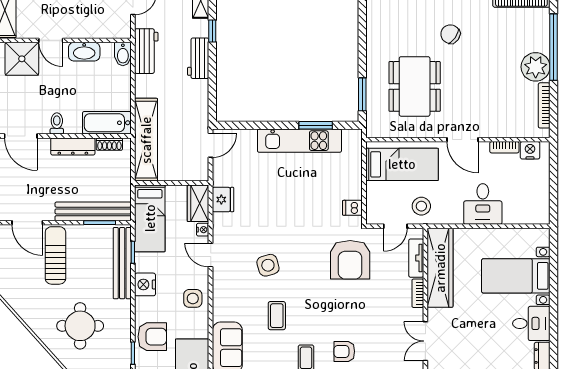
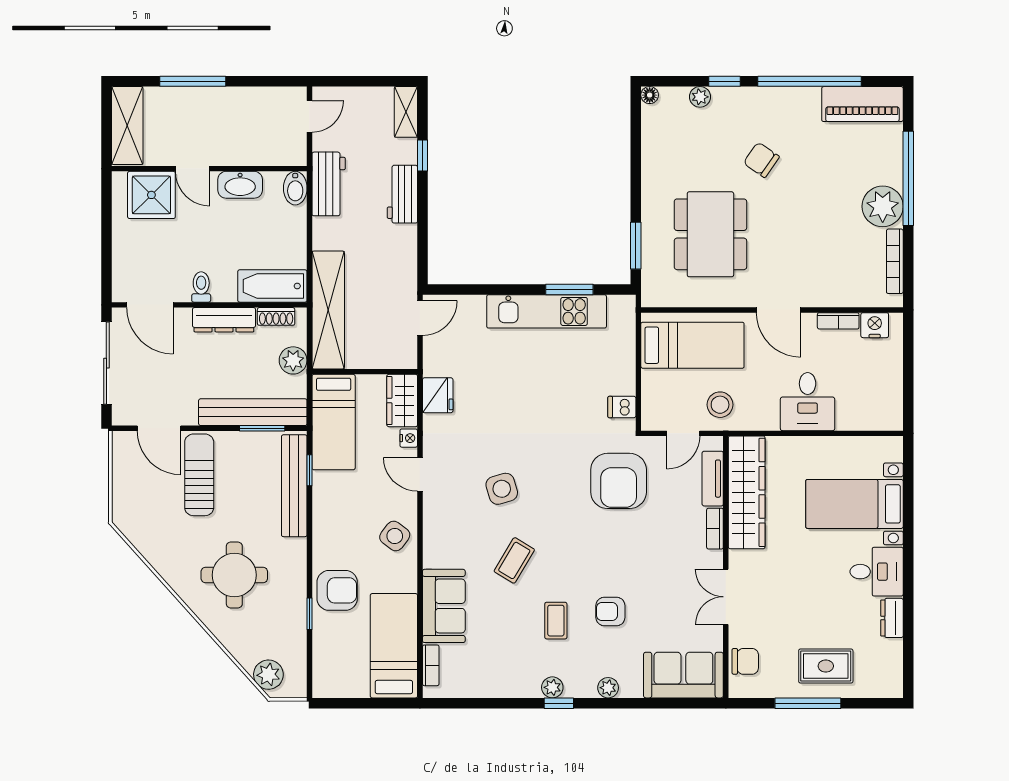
plant: (121, 175) -> (293, 360), added
nightstand: (145, 284) -> (327, 516), removed
side table: (193, 298) -> (395, 536), turned 37
coffee table: (277, 316) -> (514, 560), turned 31

